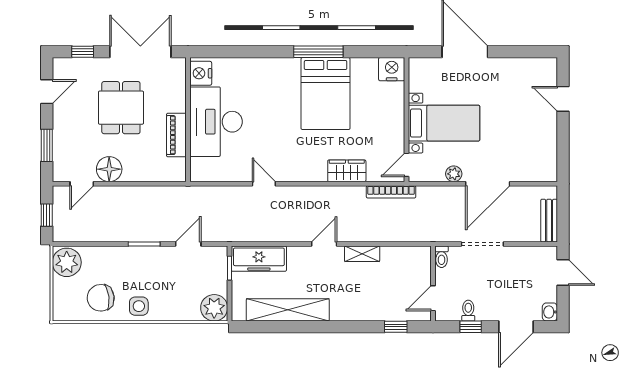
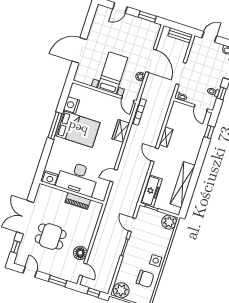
nightstand: (392, 69) -> (72, 105), moved
nightstand: (201, 73) -> (50, 178), moved
wall: (188, 120) -> (72, 192), moved
desk: (216, 122) -> (78, 178), moved
piano: (176, 135) -> (78, 201), moved
window: (563, 152) -> (147, 17), added
chair: (101, 298) -> (145, 279), turned -83

